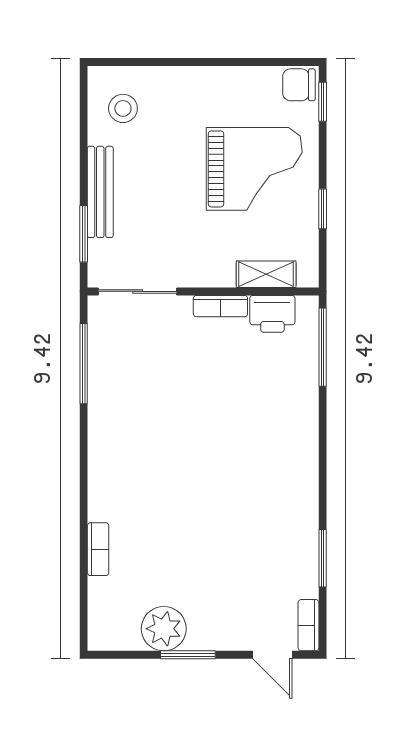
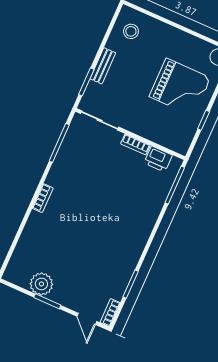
bench: (100, 192) -> (103, 66), width x0.73
shelving: (266, 274) -> (163, 139), removed
bookcase: (98, 549) -> (43, 198), moved

